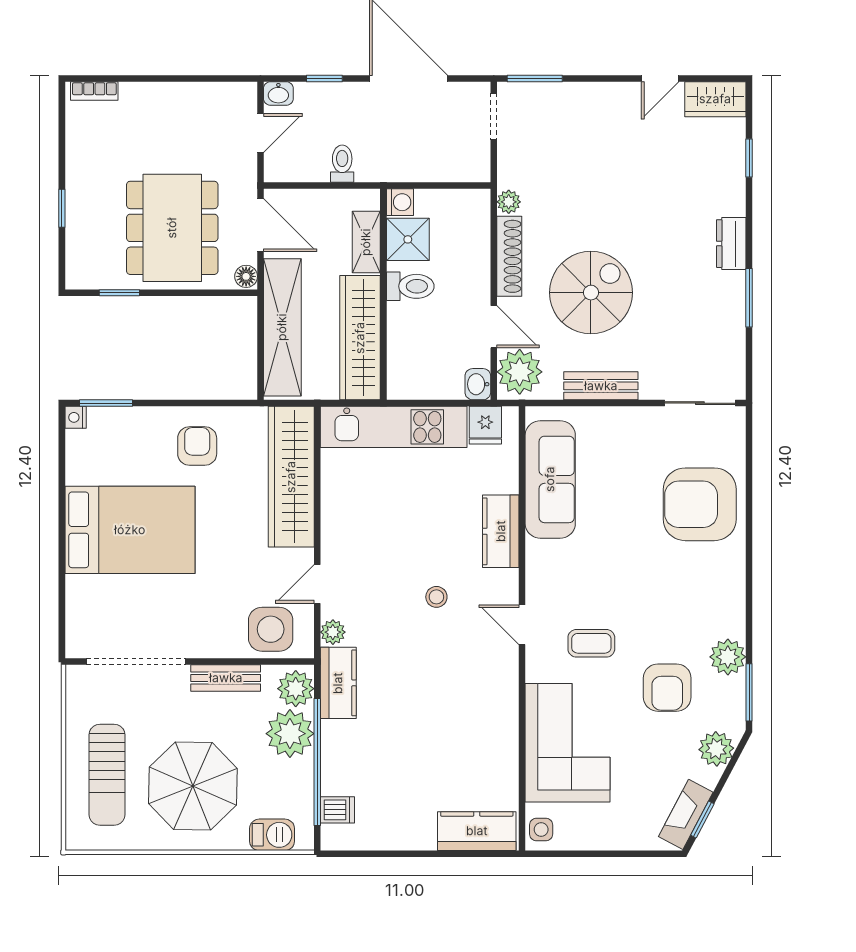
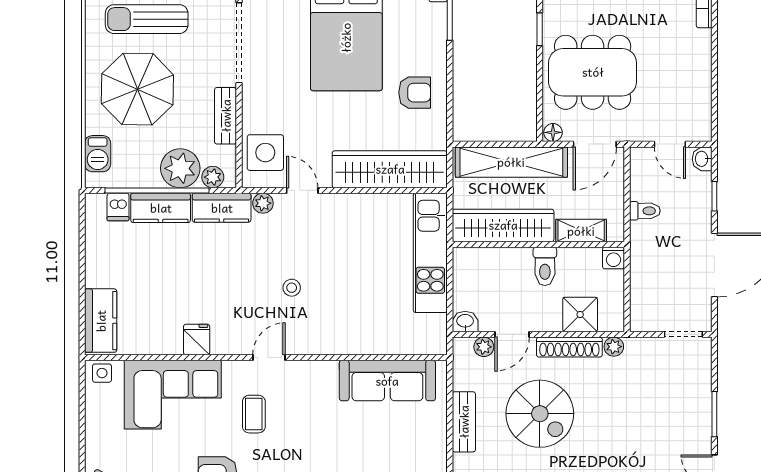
window: (535, 78) -> (714, 414), moved
shower: (408, 239) -> (580, 315), moved
plant: (520, 372) -> (484, 347), width x0.53, depth x0.53
fridge: (485, 425) -> (197, 339), moved, turned 90
kitchen counter: (501, 531) -> (161, 208), moved, turned 180
plant: (296, 689) -> (213, 177), width x0.73, depth x0.73

